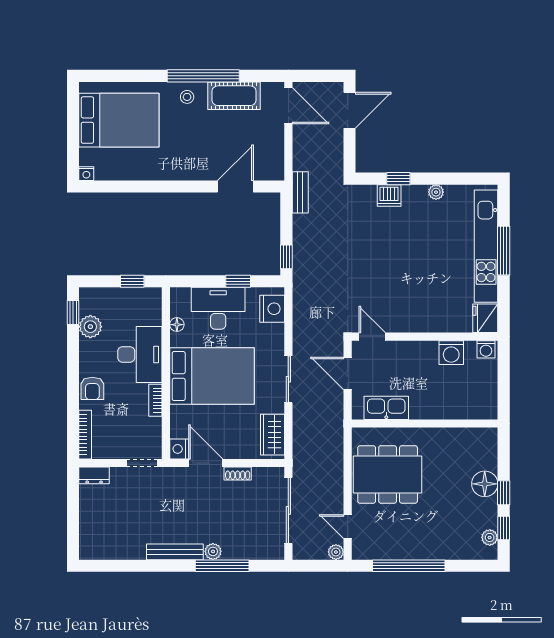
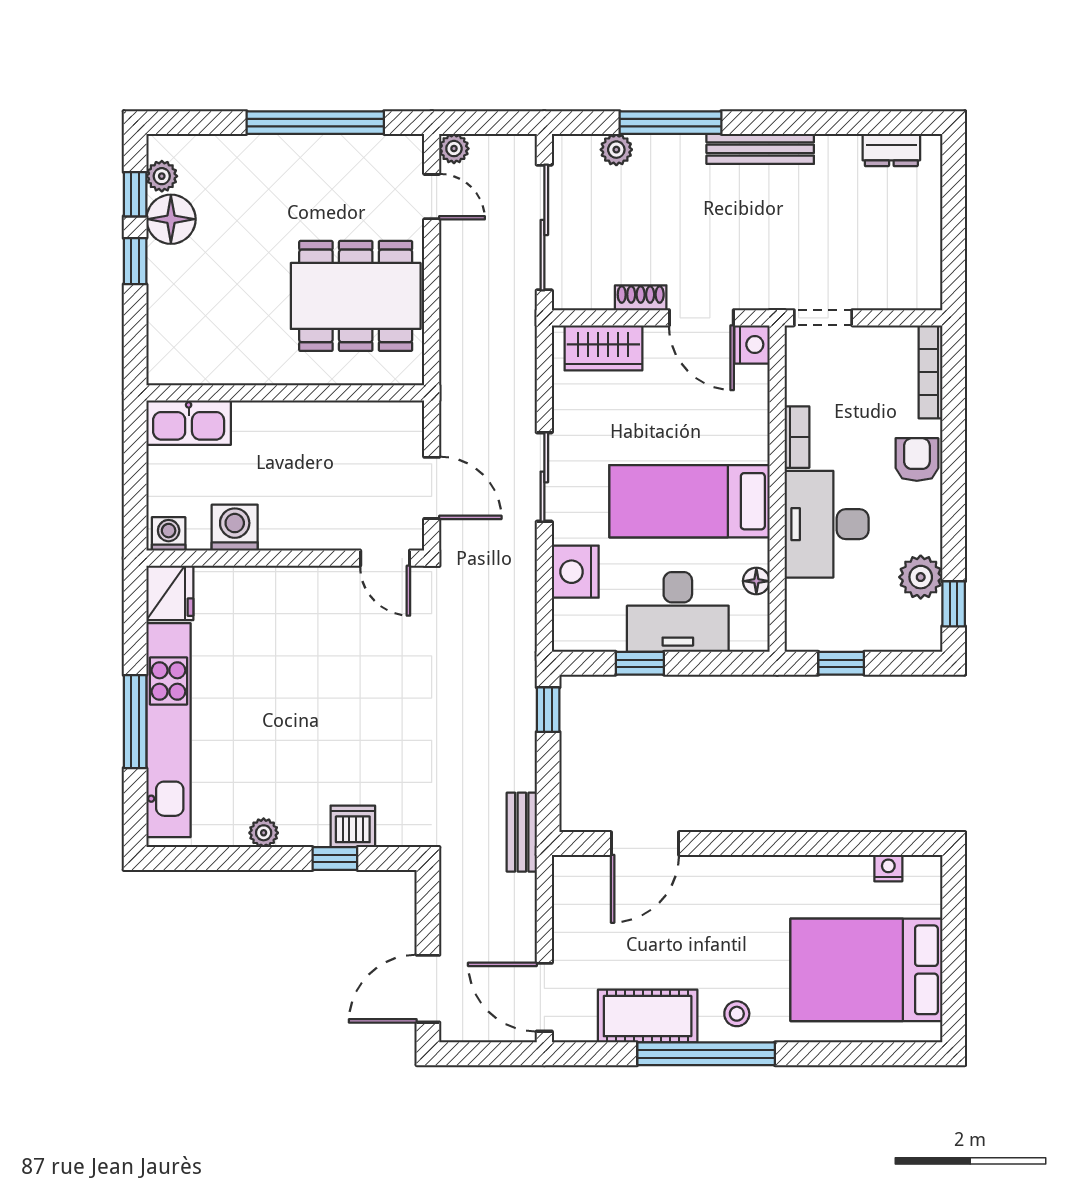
nightstand: (86, 174) -> (888, 868), moved
nightstand: (272, 309) -> (575, 572), moved
bed: (212, 376) -> (689, 501), width x0.67
kitchen sink: (386, 408) -> (189, 423), moved
wardrobe: (273, 435) -> (603, 348), moved, turned 90
dresser: (94, 475) -> (891, 150), moved, turned 180
floor lamp: (485, 484) -> (171, 219), moved
plant: (213, 551) -> (616, 150), moved

